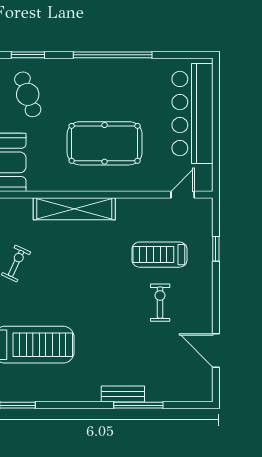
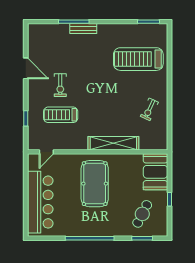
cafe table: (28, 94) -> (142, 214), turned 46
pool table: (105, 143) -> (95, 184), turned 90
treadmill: (159, 255) -> (61, 115), turned 180
door: (216, 351) -> (26, 68), moved

